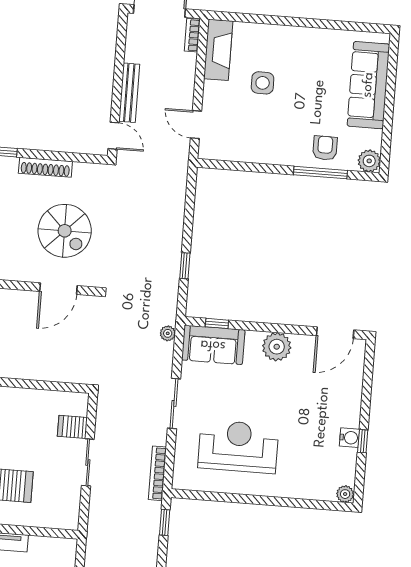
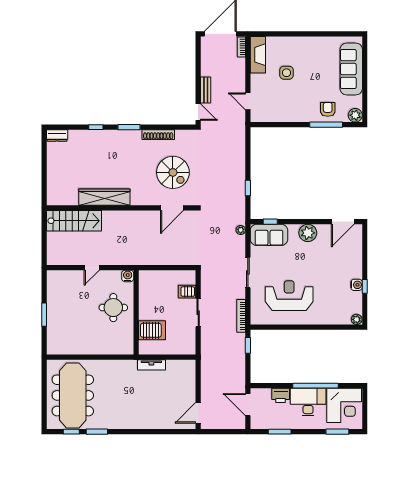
bench: (129, 93) -> (206, 90), width x0.73

